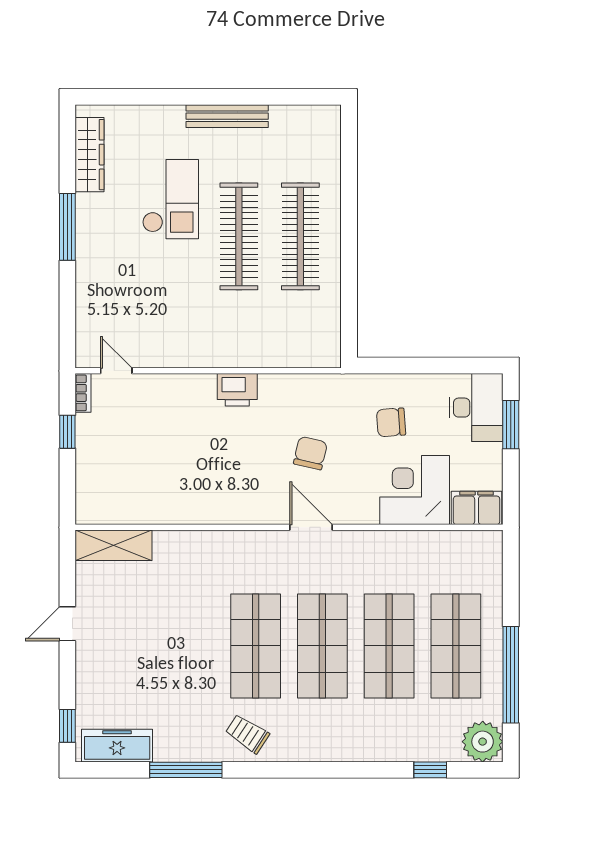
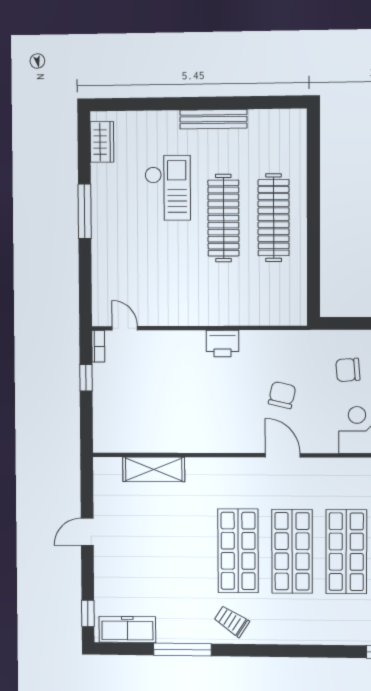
wardrobe: (90, 155) -> (102, 142), width x0.67
shelving: (114, 545) -> (154, 469), moved

